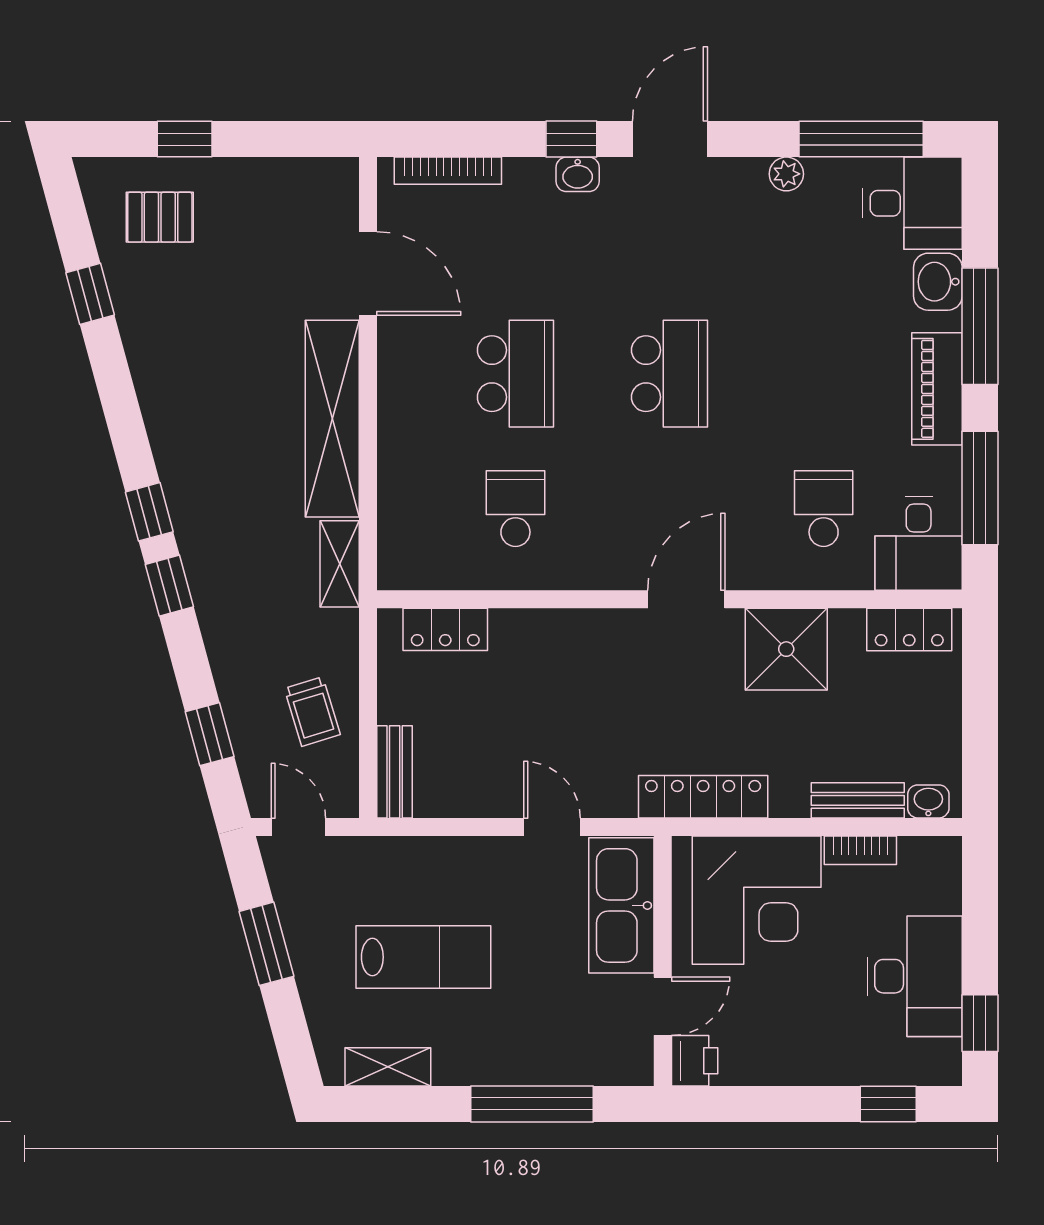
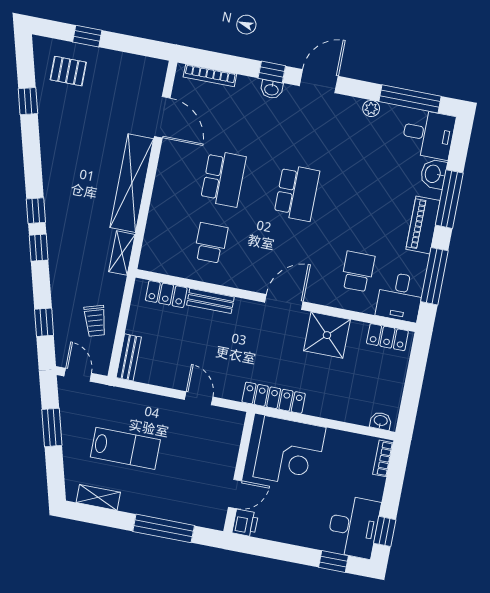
bench: (858, 800) -> (210, 301), moved
bookcase: (860, 850) -> (383, 458), moved, turned 90
kitchen sink: (621, 905) -> (225, 442), removed
desk: (915, 976) -> (353, 527), moved

